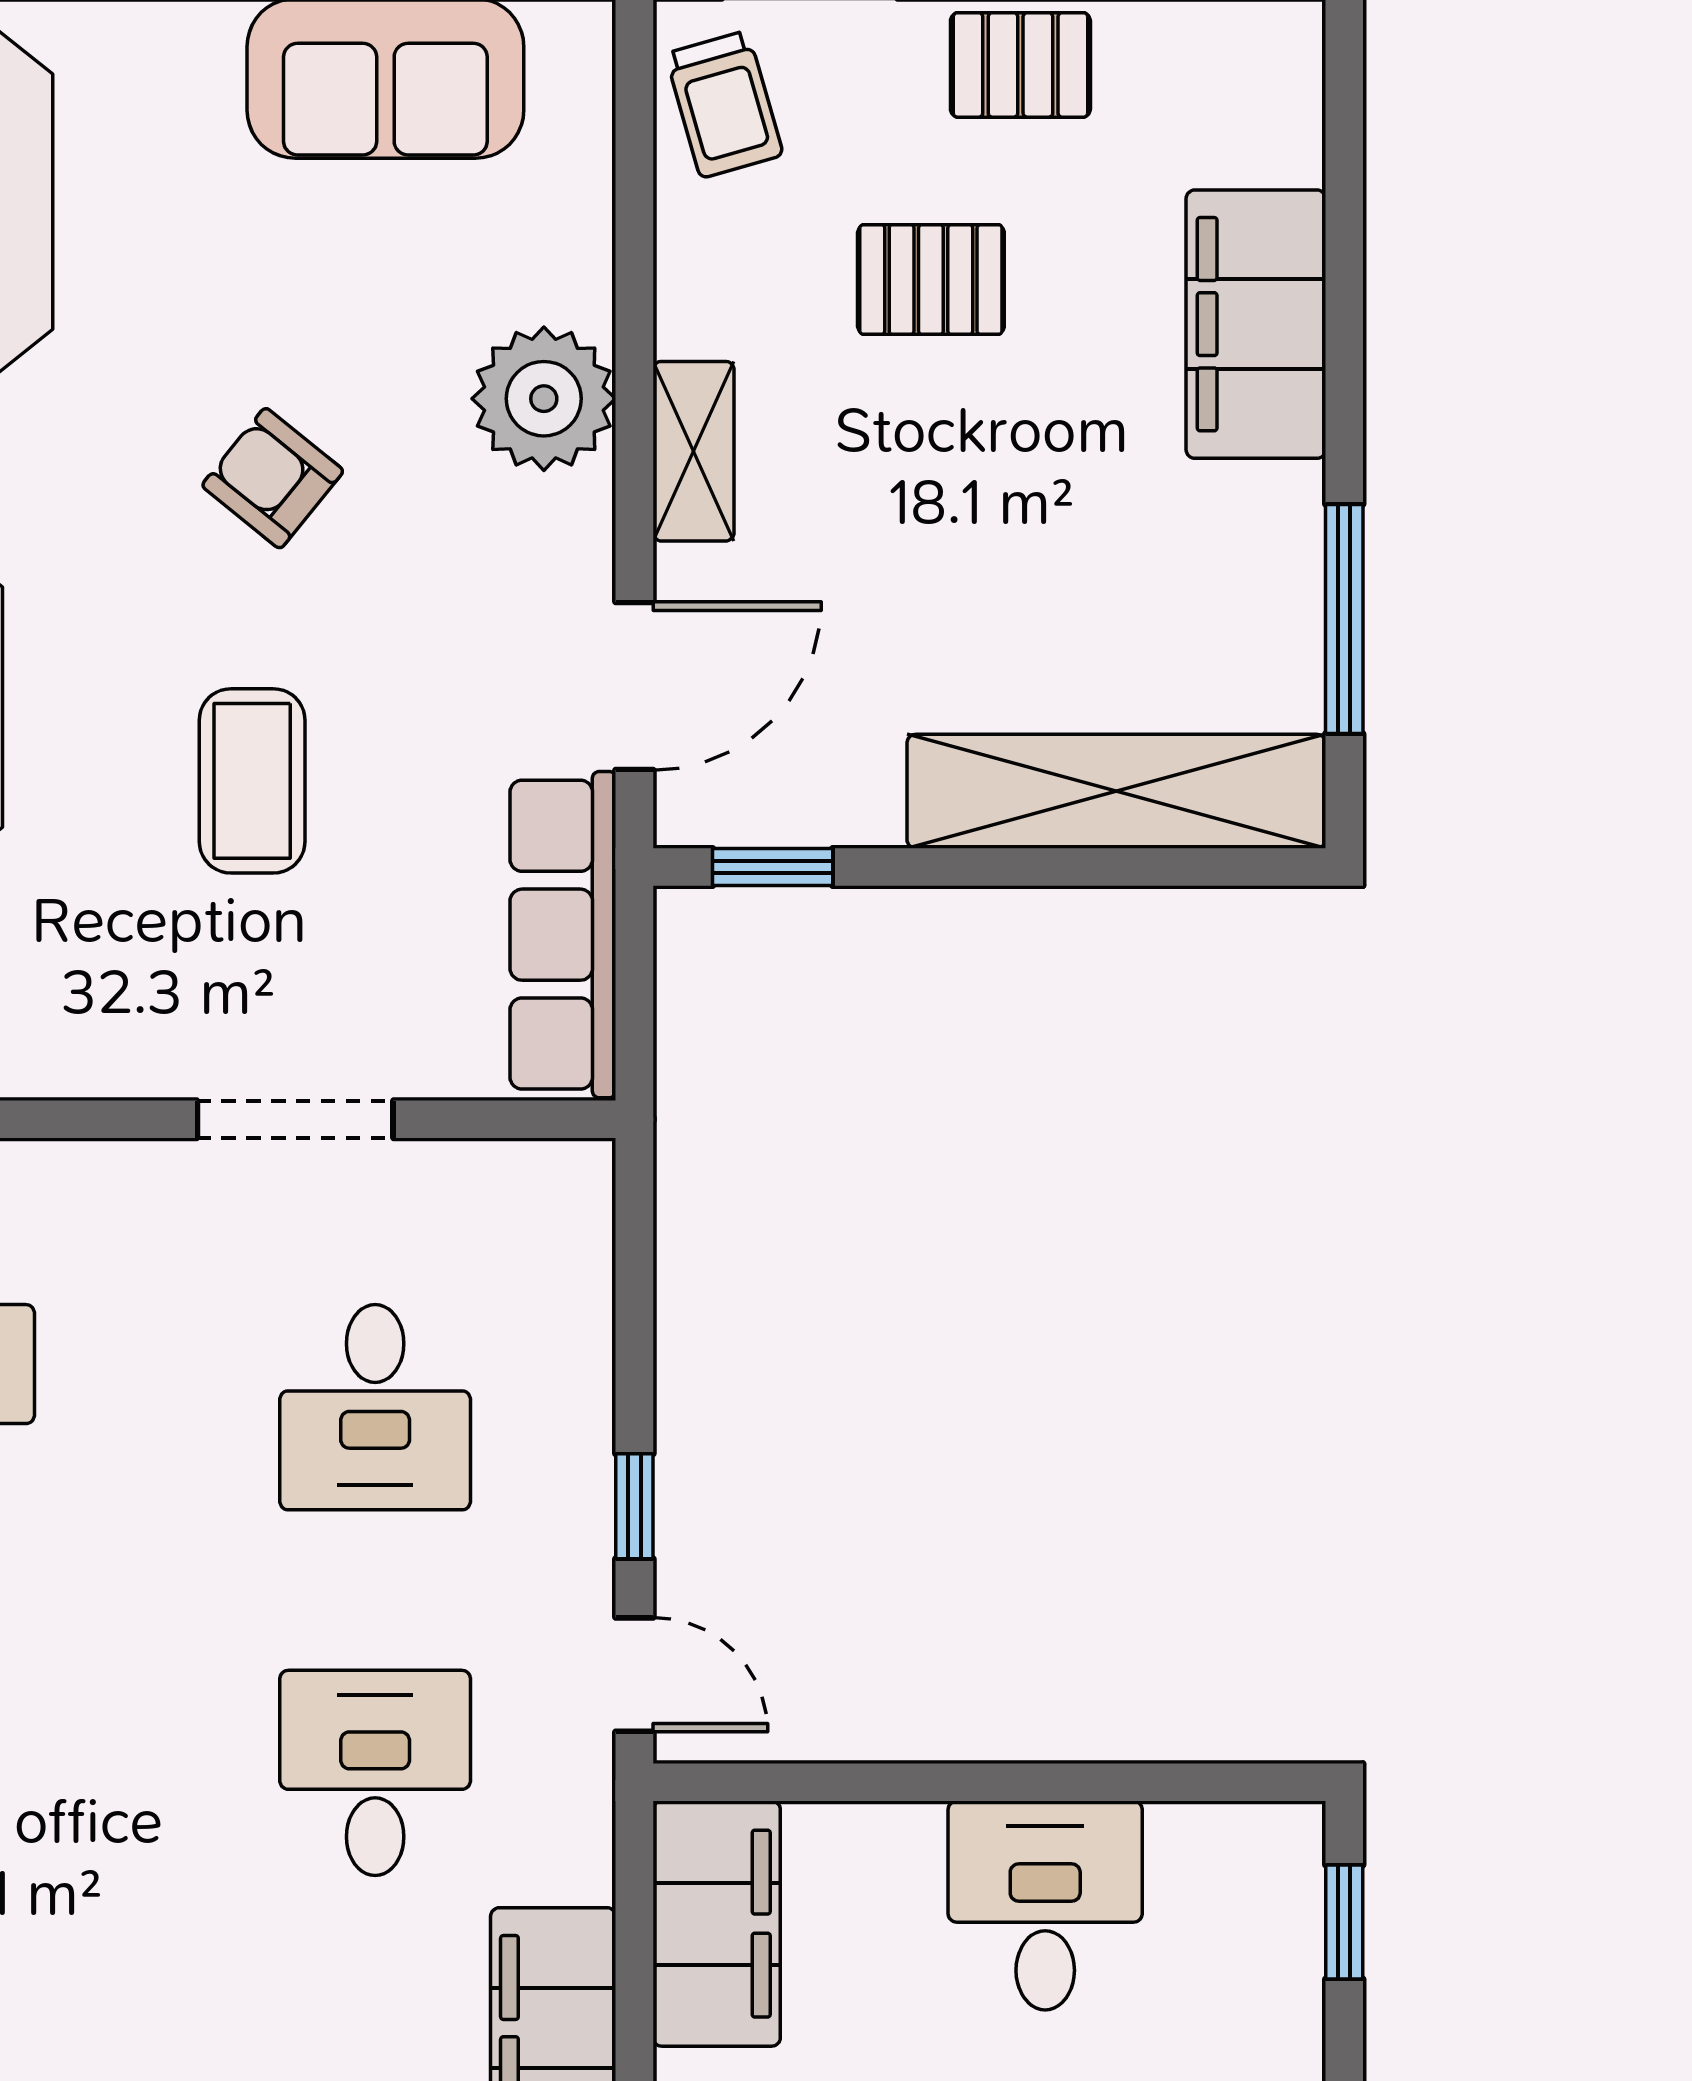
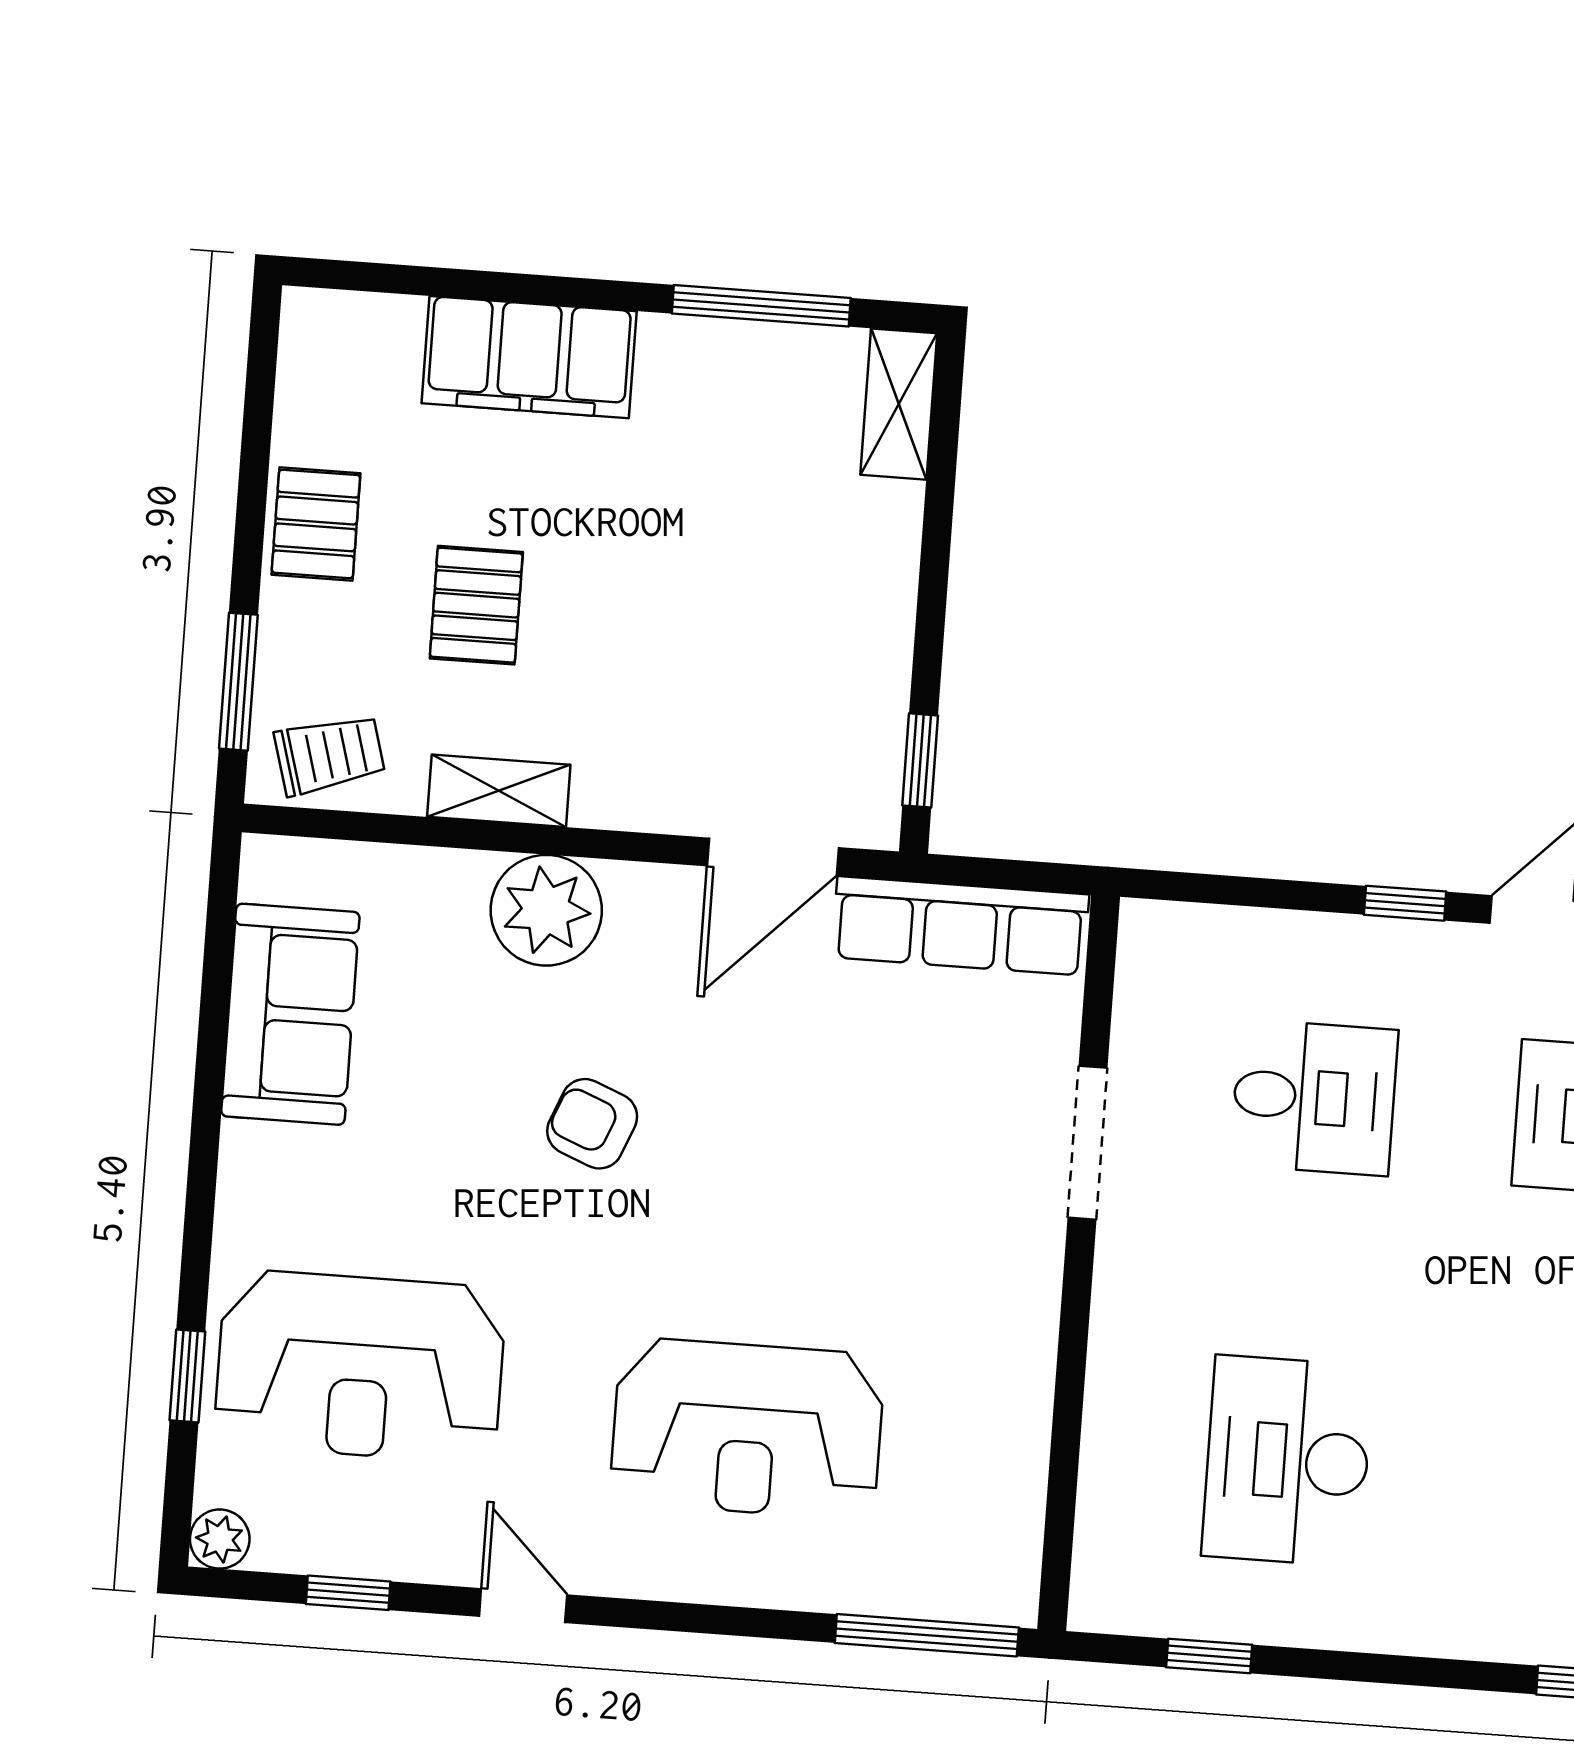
shelving: (694, 451) -> (499, 791), moved
armchair: (273, 478) -> (592, 1124), turned 73
door: (634, 686) -> (773, 857), swing flipped
coffee table: (252, 781) -> (824, 1157), removed
shelving: (1116, 791) -> (899, 404), width x0.45, depth x0.75

